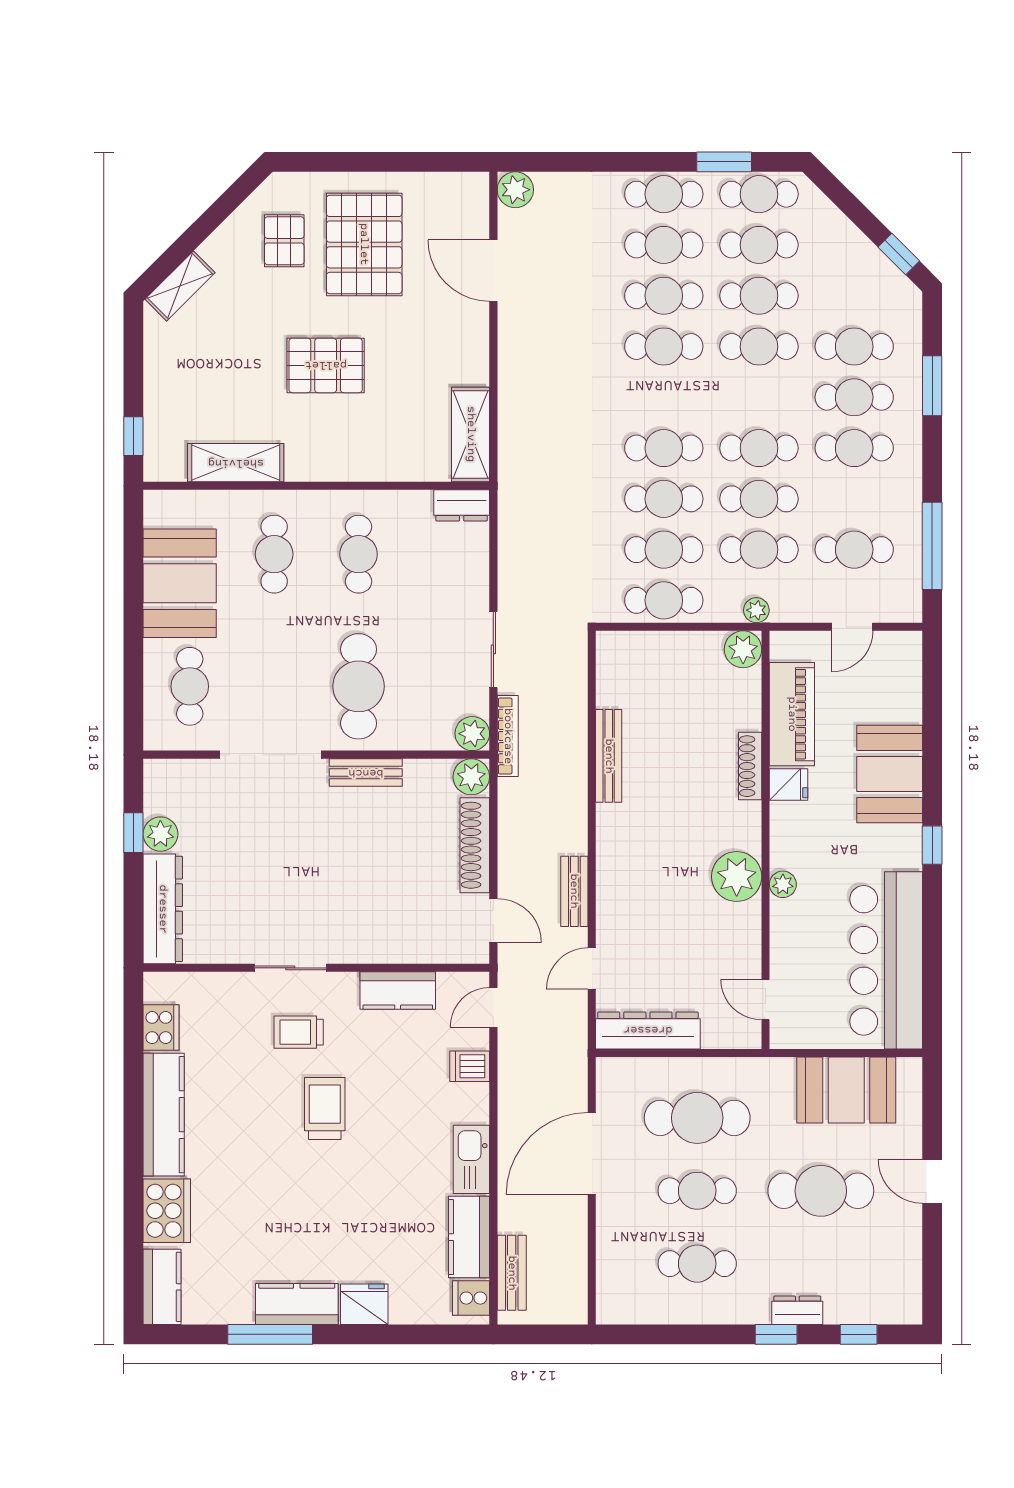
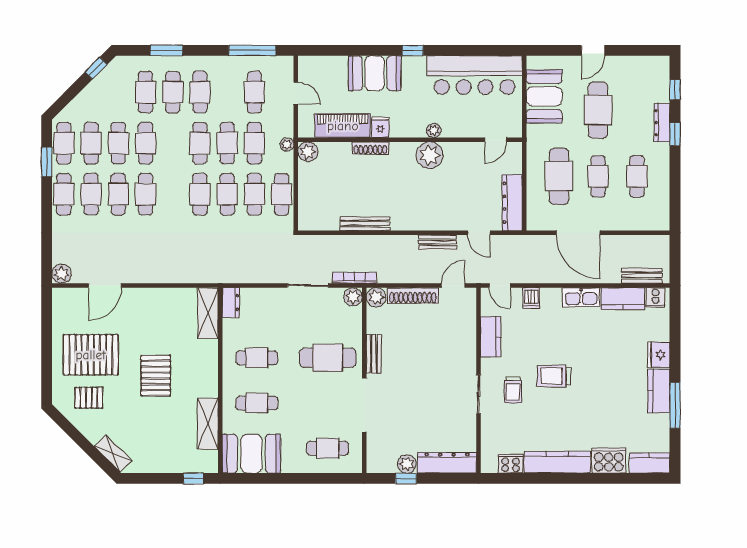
shelving: (471, 434) -> (208, 313), moved, turned 90
booth: (180, 583) -> (251, 454), moved
dresser: (797, 1310) -> (662, 123), width x1.44

